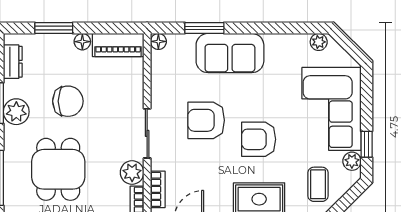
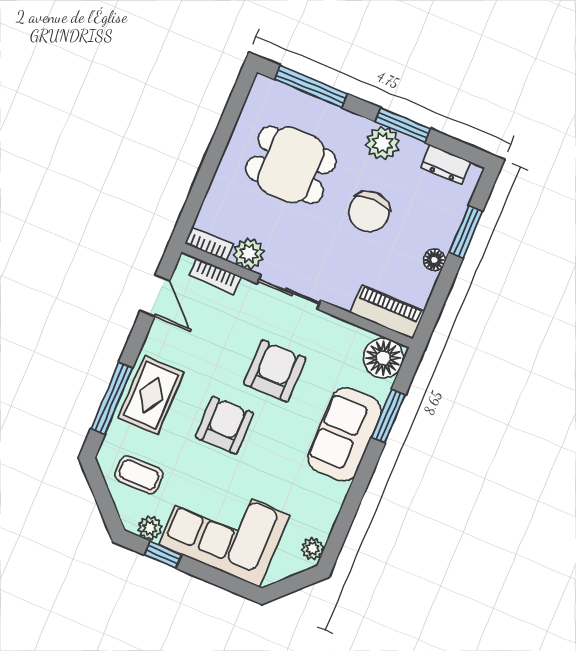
floor lamp: (158, 41) -> (383, 358), width x1.89, depth x1.89
piano: (118, 45) -> (387, 312), moved, turned 90

